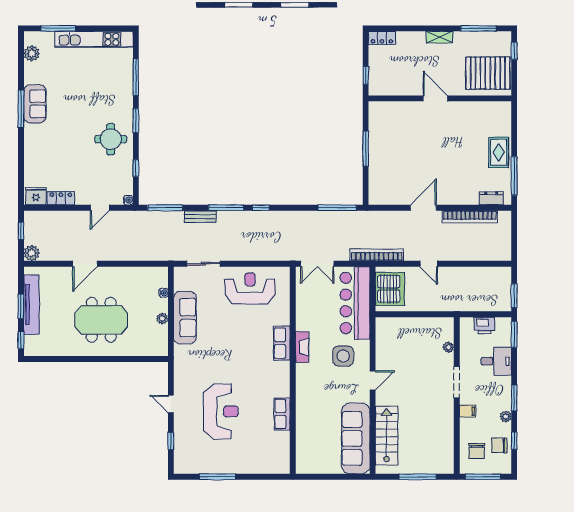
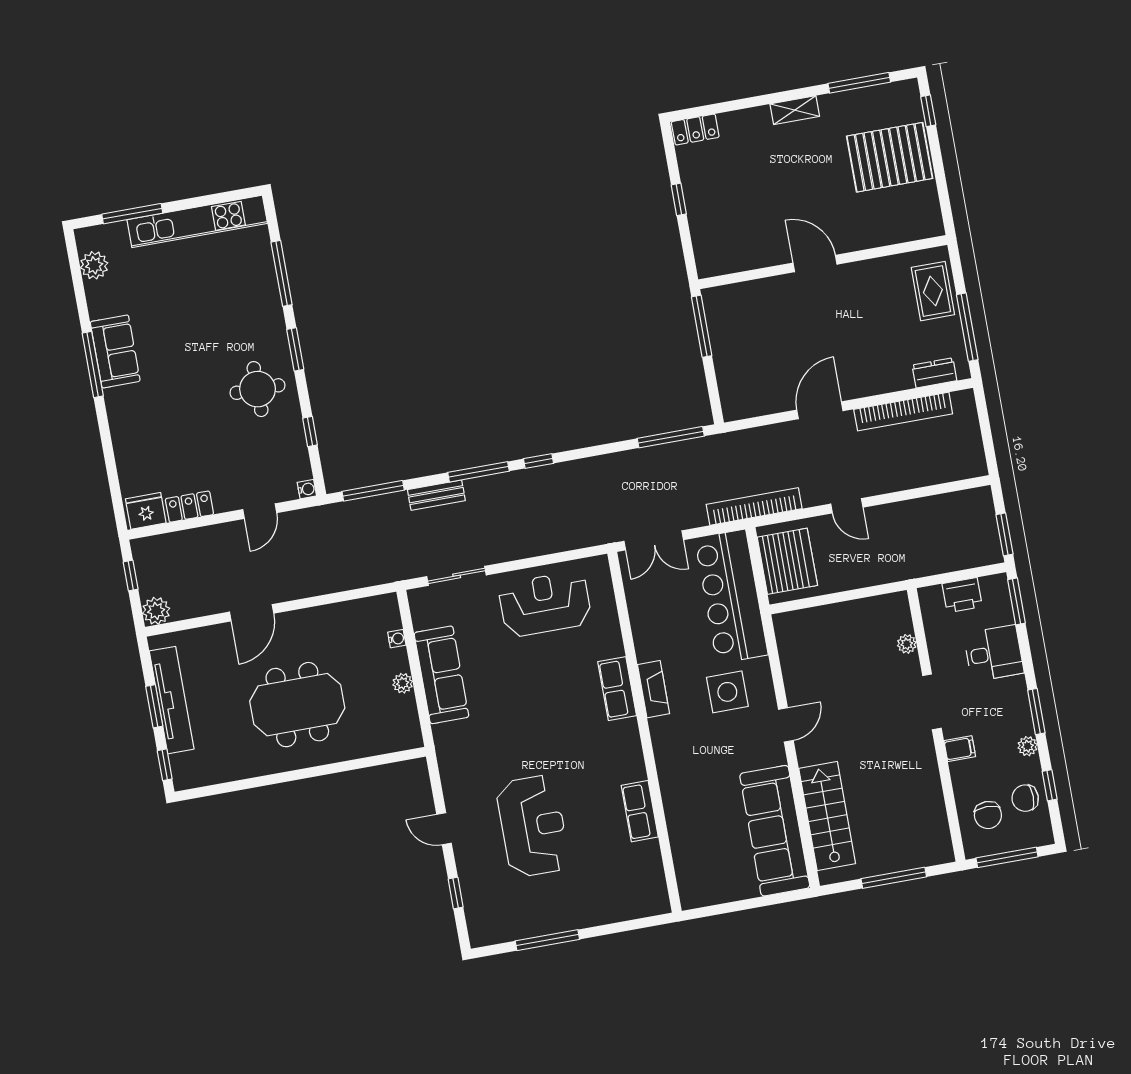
door: (435, 98) -> (815, 264), moved
wall: (440, 98) -> (823, 262), moved

